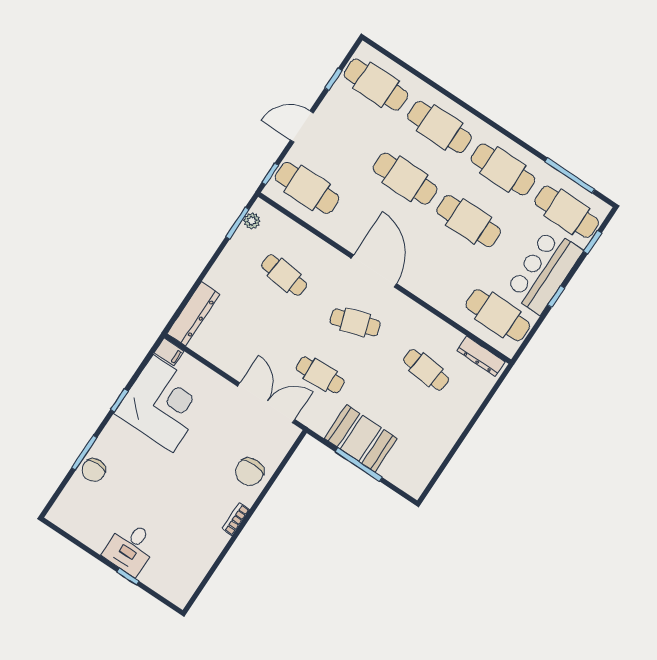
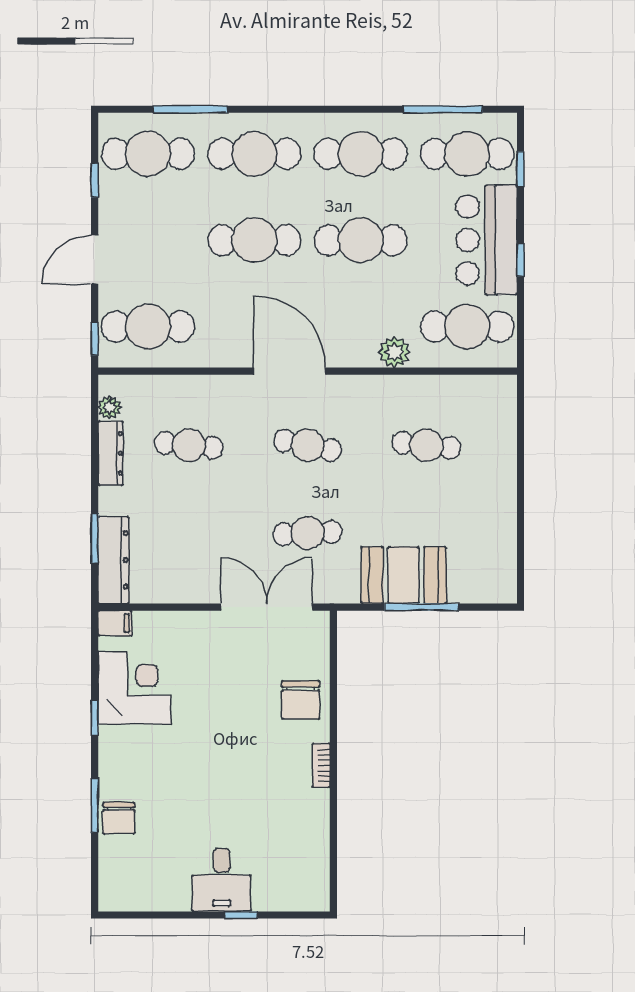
window: (419, 75) -> (190, 109), added
window: (237, 223) -> (95, 538), moved
plant: (444, 301) -> (395, 352), added
cafe table: (355, 322) -> (308, 445), turned 30
dresser: (481, 356) -> (111, 453), moved, turned -90
corner desk: (163, 404) -> (134, 688), width x0.74, depth x0.74

